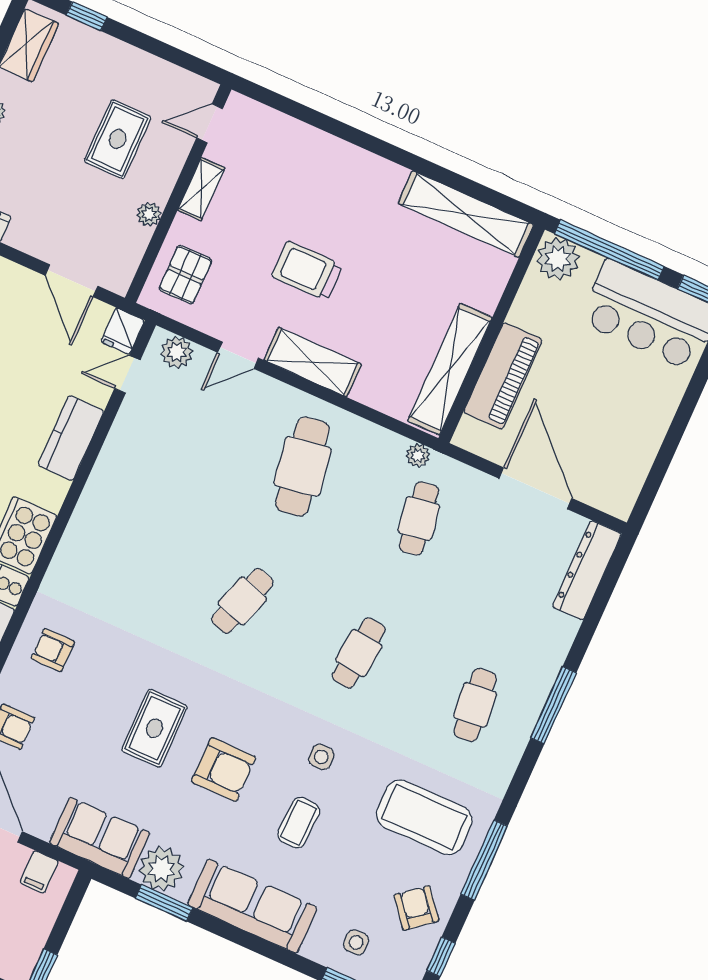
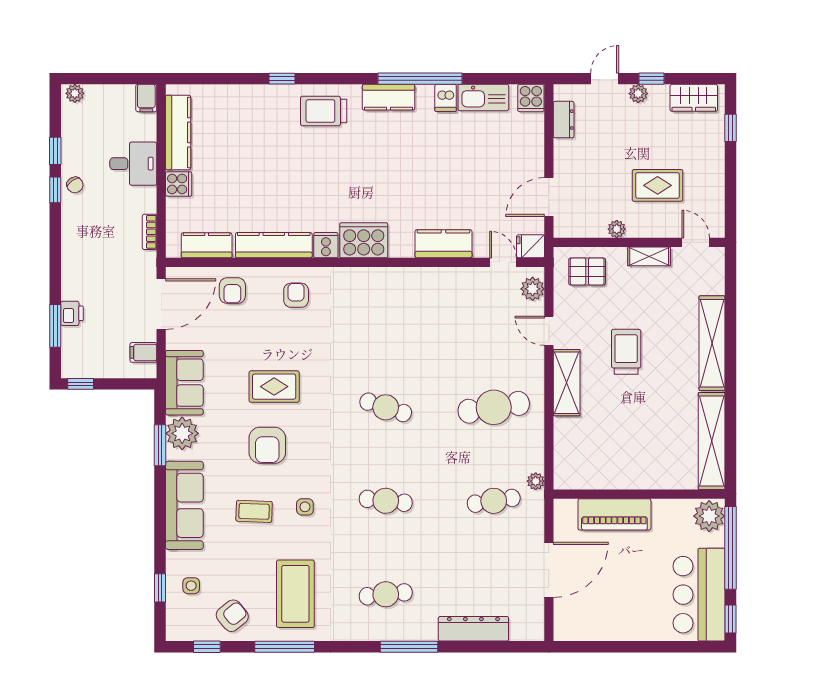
shelving: (450, 369) -> (712, 343), moved, turned 90
dresser: (587, 570) -> (473, 629), moved

